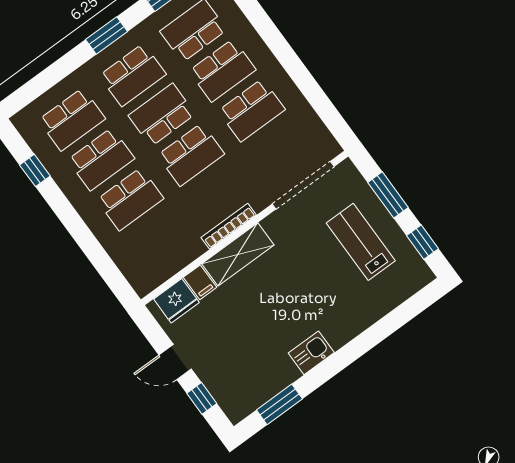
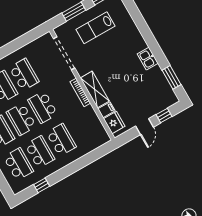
school desk: (191, 155) -> (43, 107), turned 180

